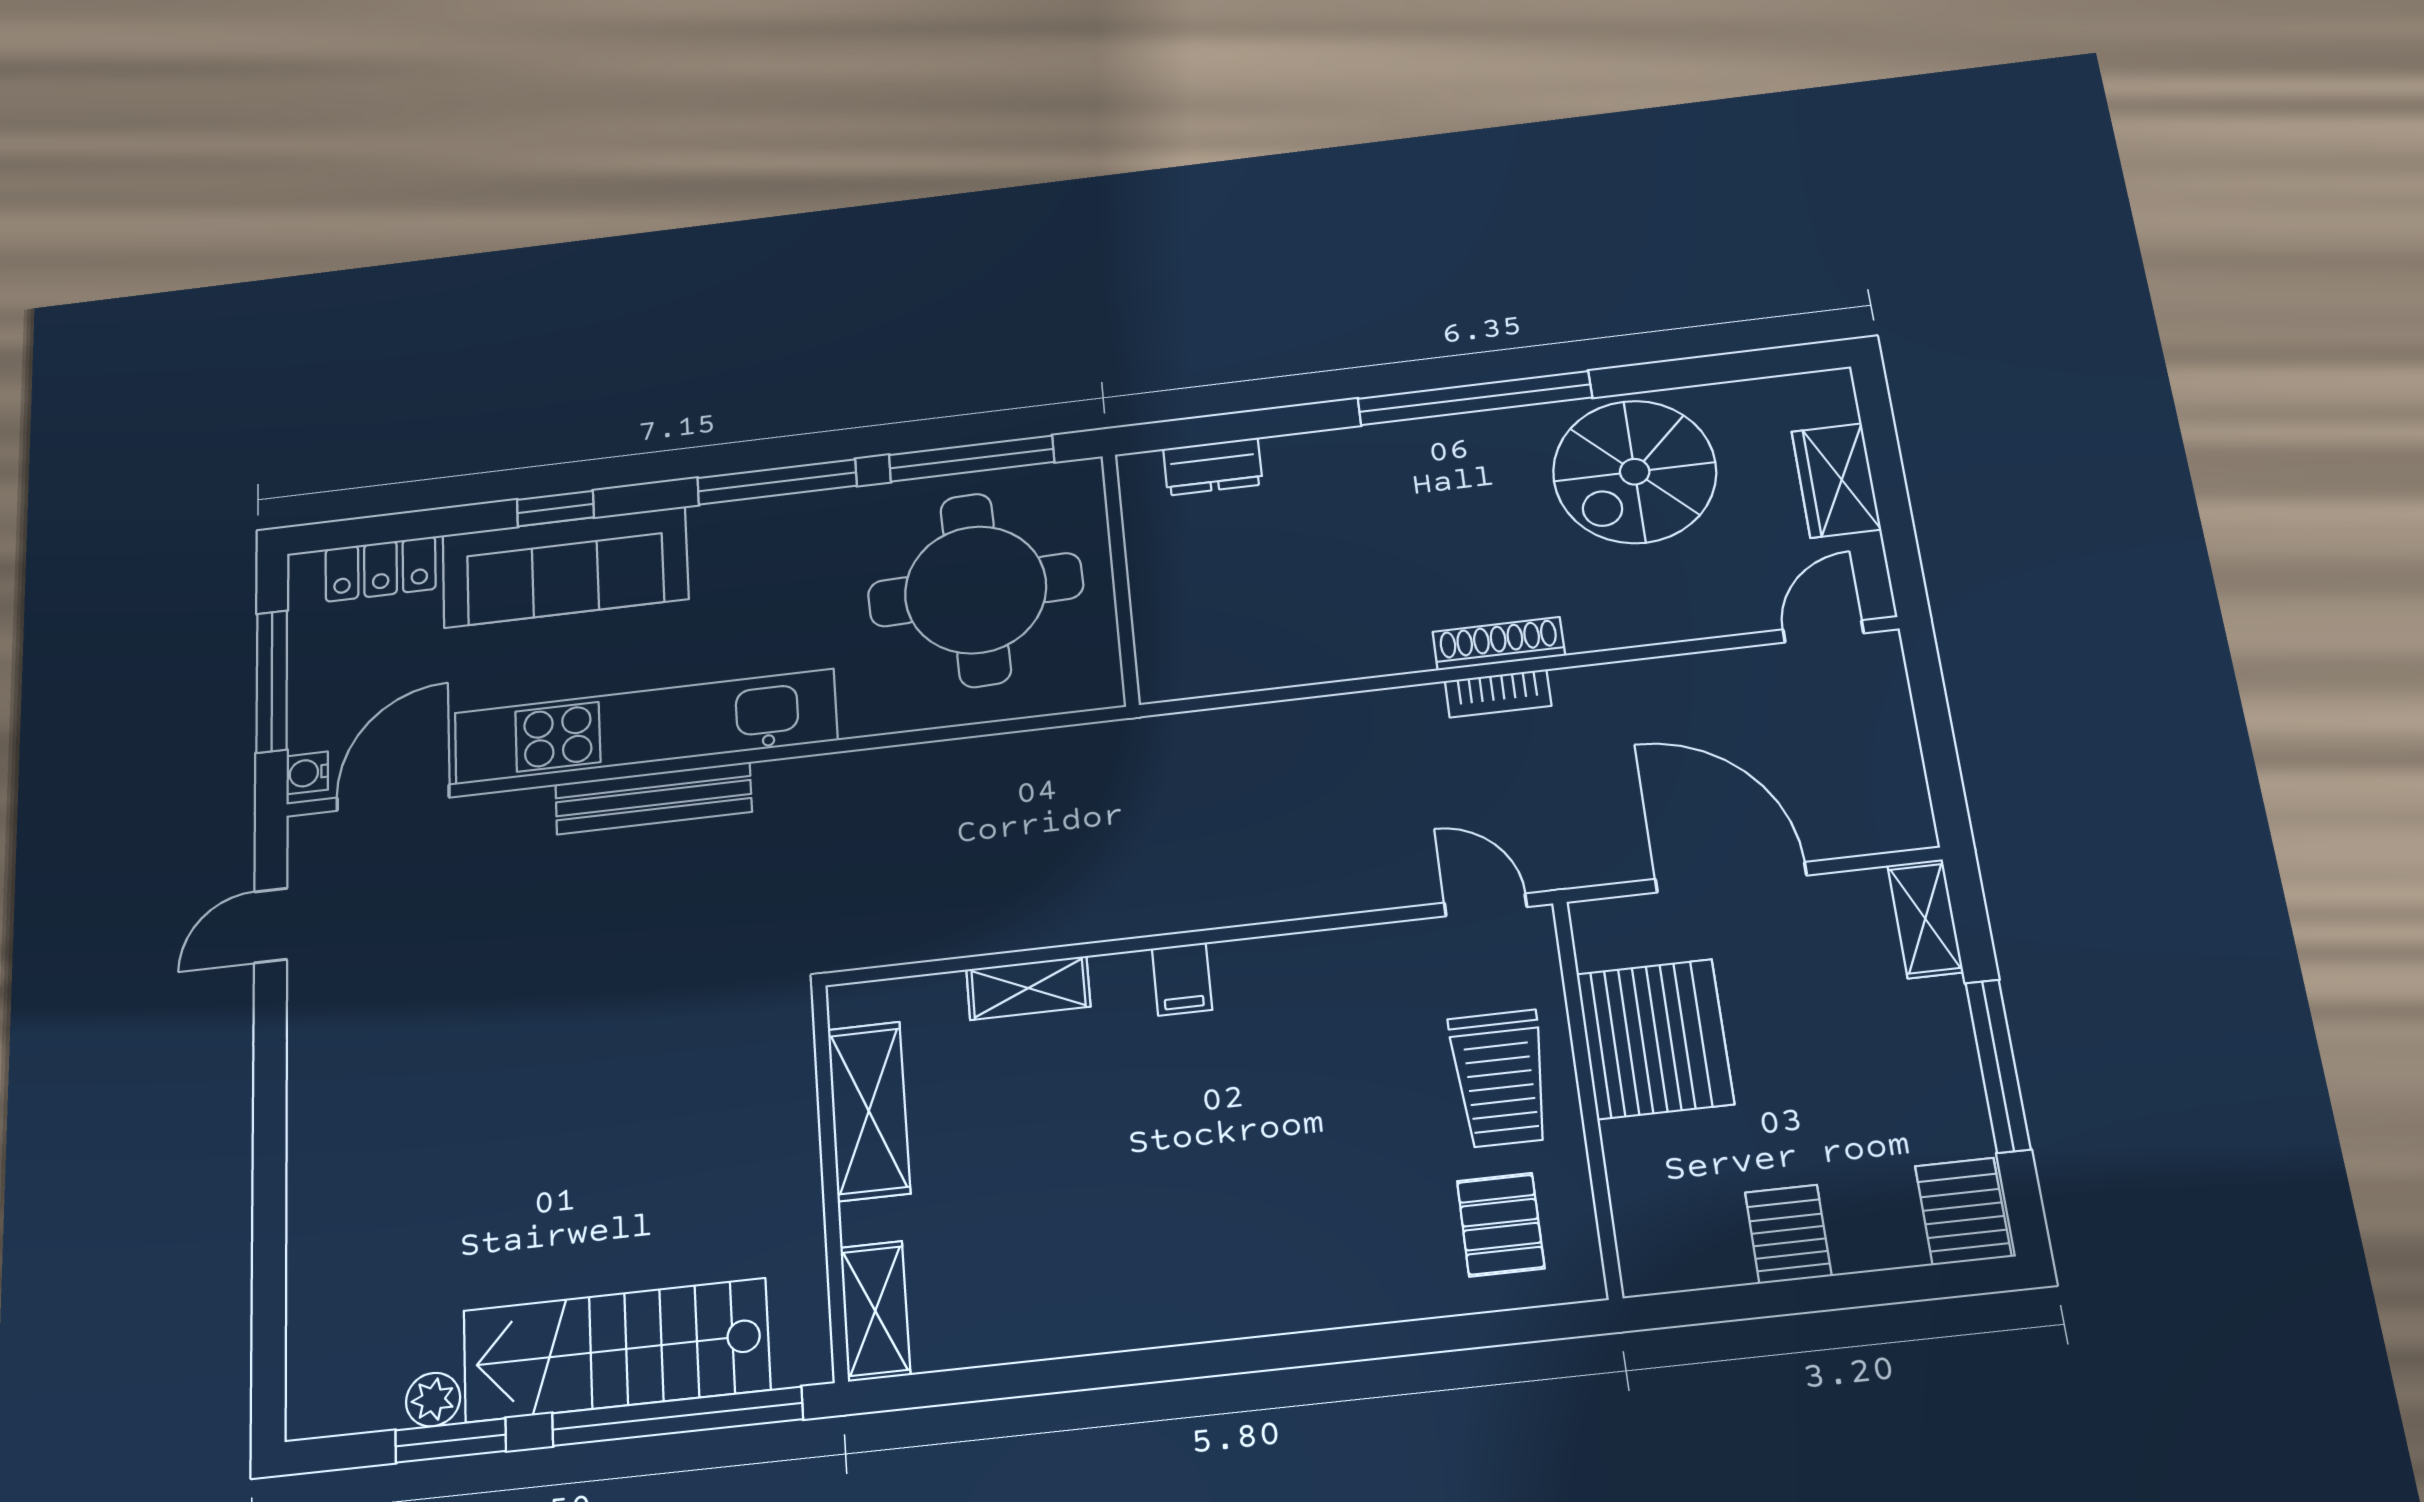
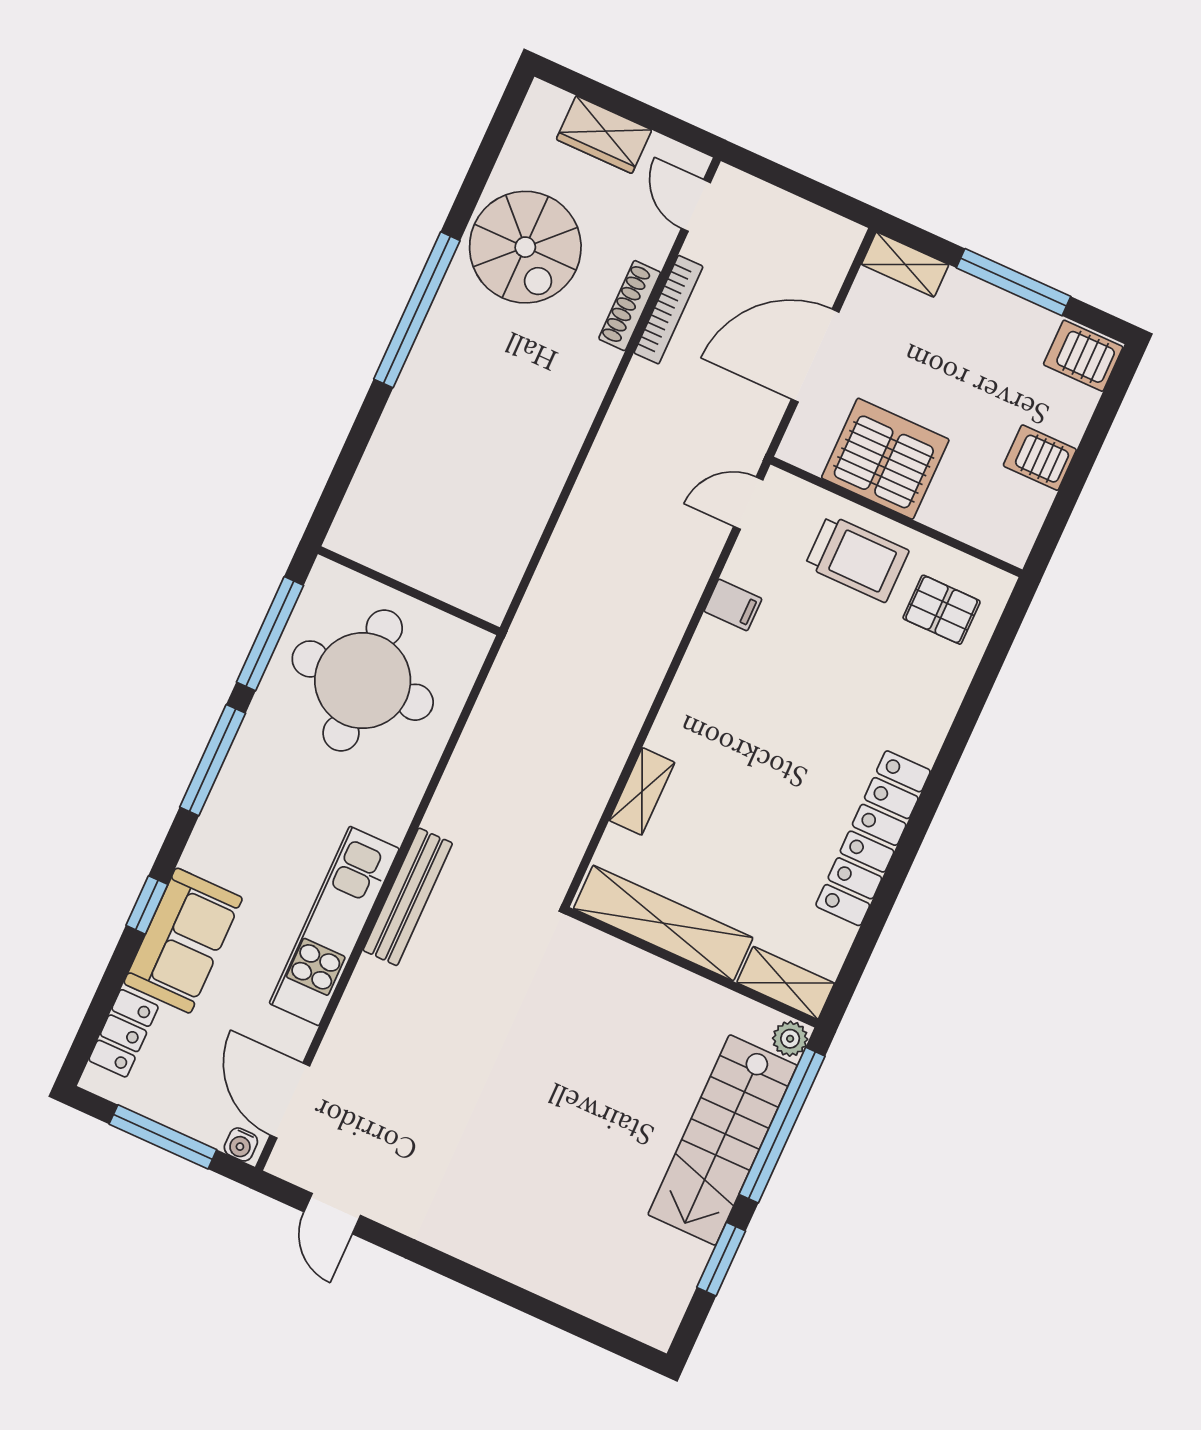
dresser: (1213, 467) -> (366, 493), removed
sofa: (565, 567) -> (183, 941), width x0.73
shoe rack: (1499, 644) -> (630, 306), moved
bookcase: (1498, 693) -> (668, 310), moved, width x1.56
kitchen unit: (645, 727) -> (334, 926), width x0.73
bench: (653, 798) -> (408, 897), moved
filing cabinet: (1182, 979) -> (733, 605), moved
shelving: (869, 1111) -> (663, 923), width x1.47
locker: (1137, 1313) -> (873, 838), added
plant: (433, 1400) -> (790, 1039), moved

